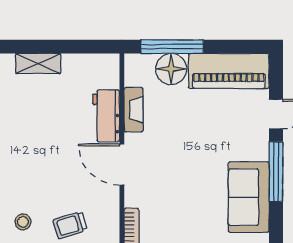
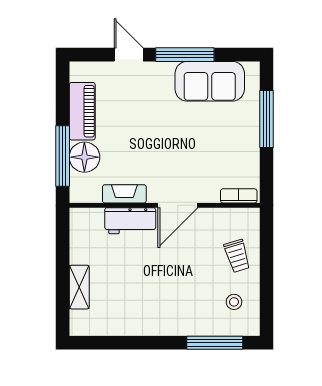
piano: (229, 71) -> (82, 111), width x0.73, depth x0.75

